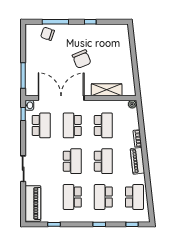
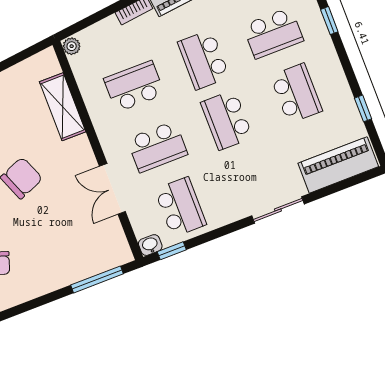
double door: (61, 98) -> (112, 189), width x0.54
school desk: (41, 125) -> (180, 207), turned 90
school desk: (72, 161) -> (227, 120), turned -90
school desk: (103, 161) -> (204, 60), turned -90
school desk: (72, 197) -> (296, 93), turned -90

